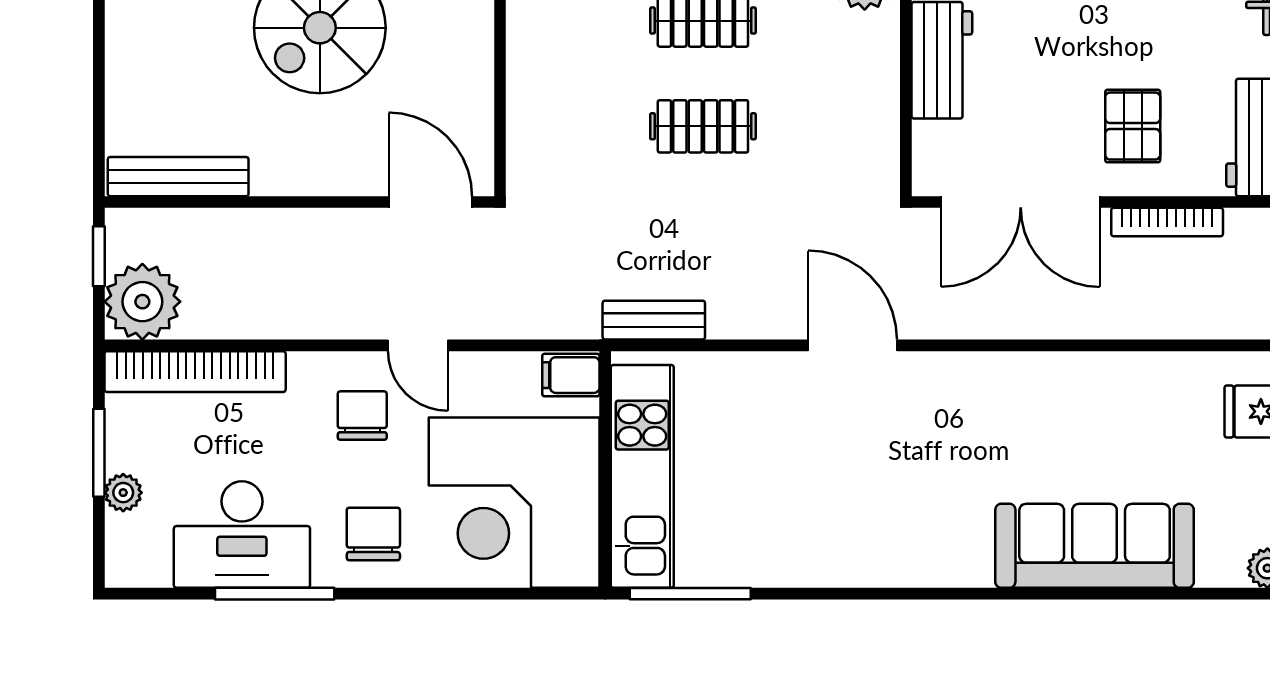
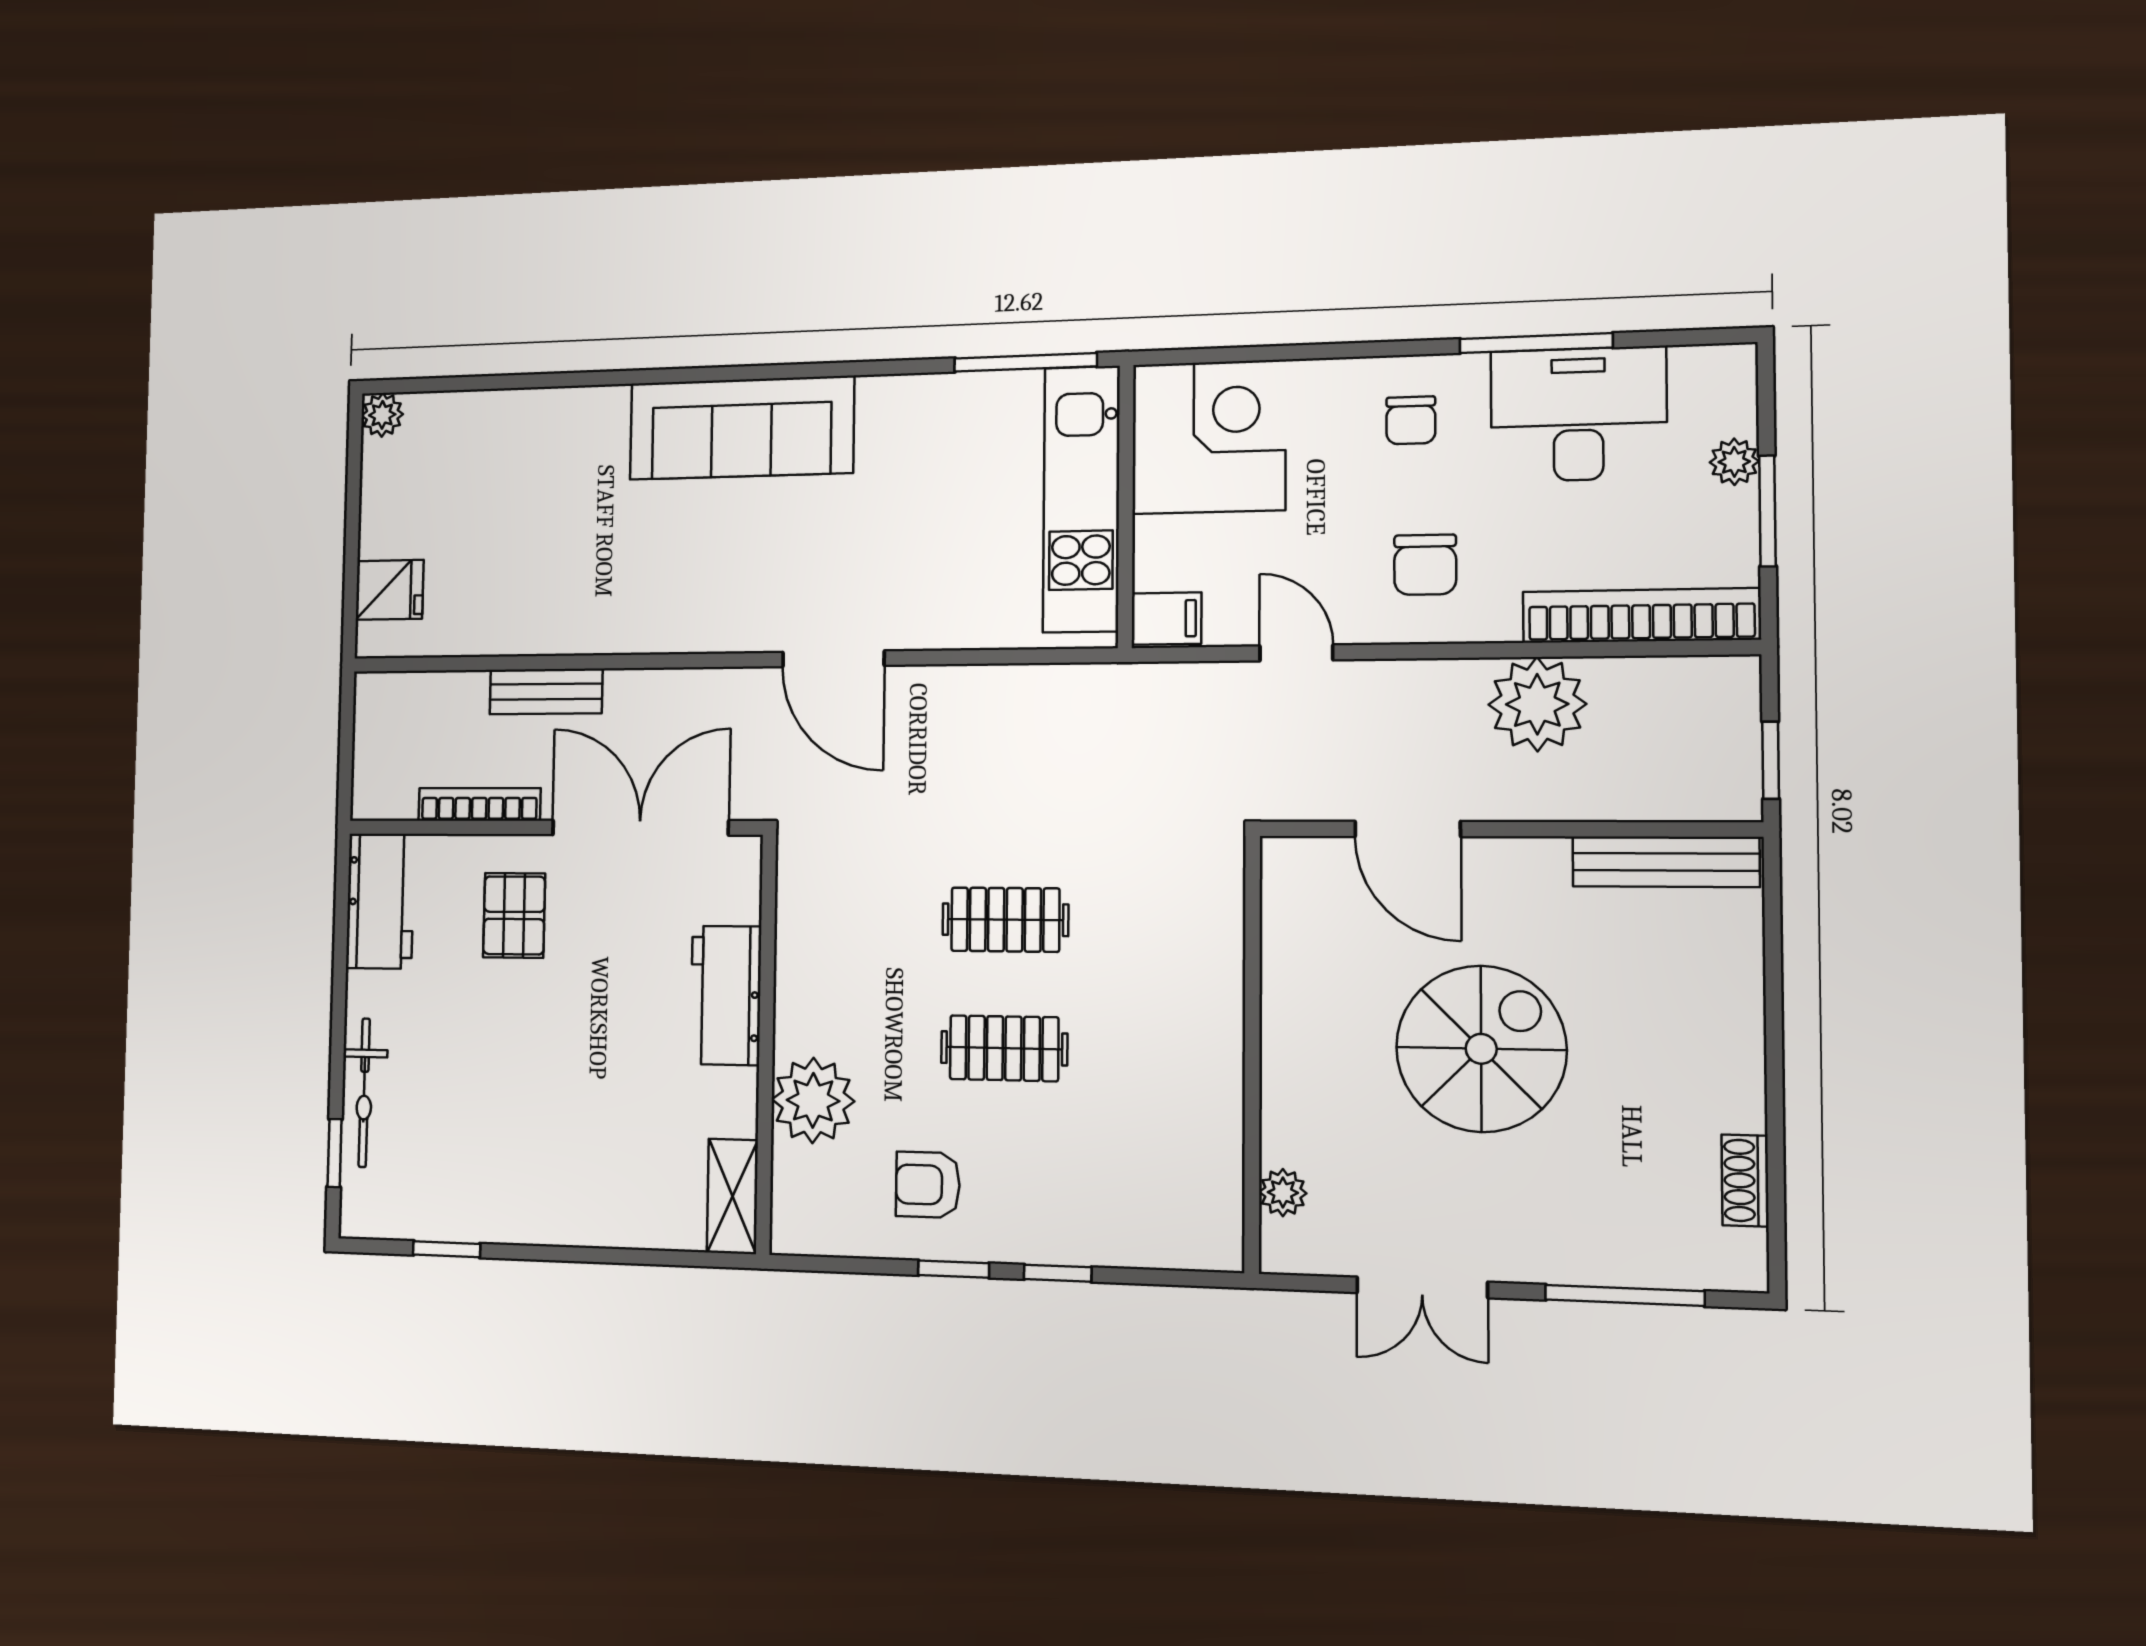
door: (430, 202) -> (1408, 829), moved
plant: (142, 302) -> (1537, 704), moved
bench: (654, 320) -> (546, 691), moved
door: (418, 345) -> (1296, 653), moved
corner desk: (514, 503) -> (1209, 437), width x0.74, depth x0.74
chair: (373, 534) -> (1411, 420), width x0.73, depth x0.73
sofa: (1095, 546) -> (741, 428), moved

